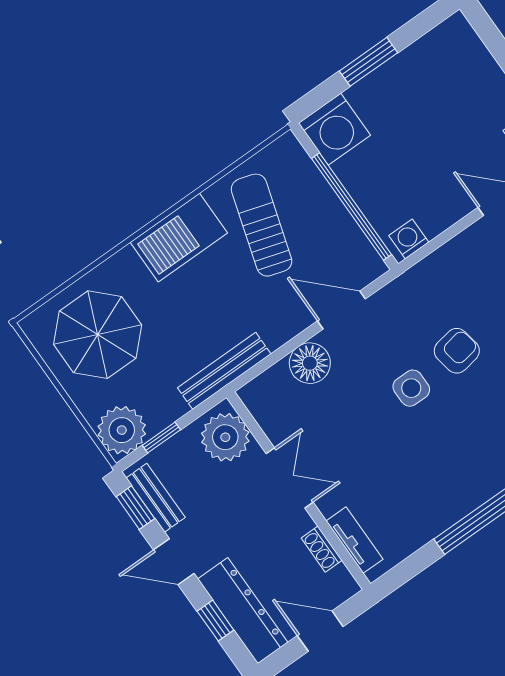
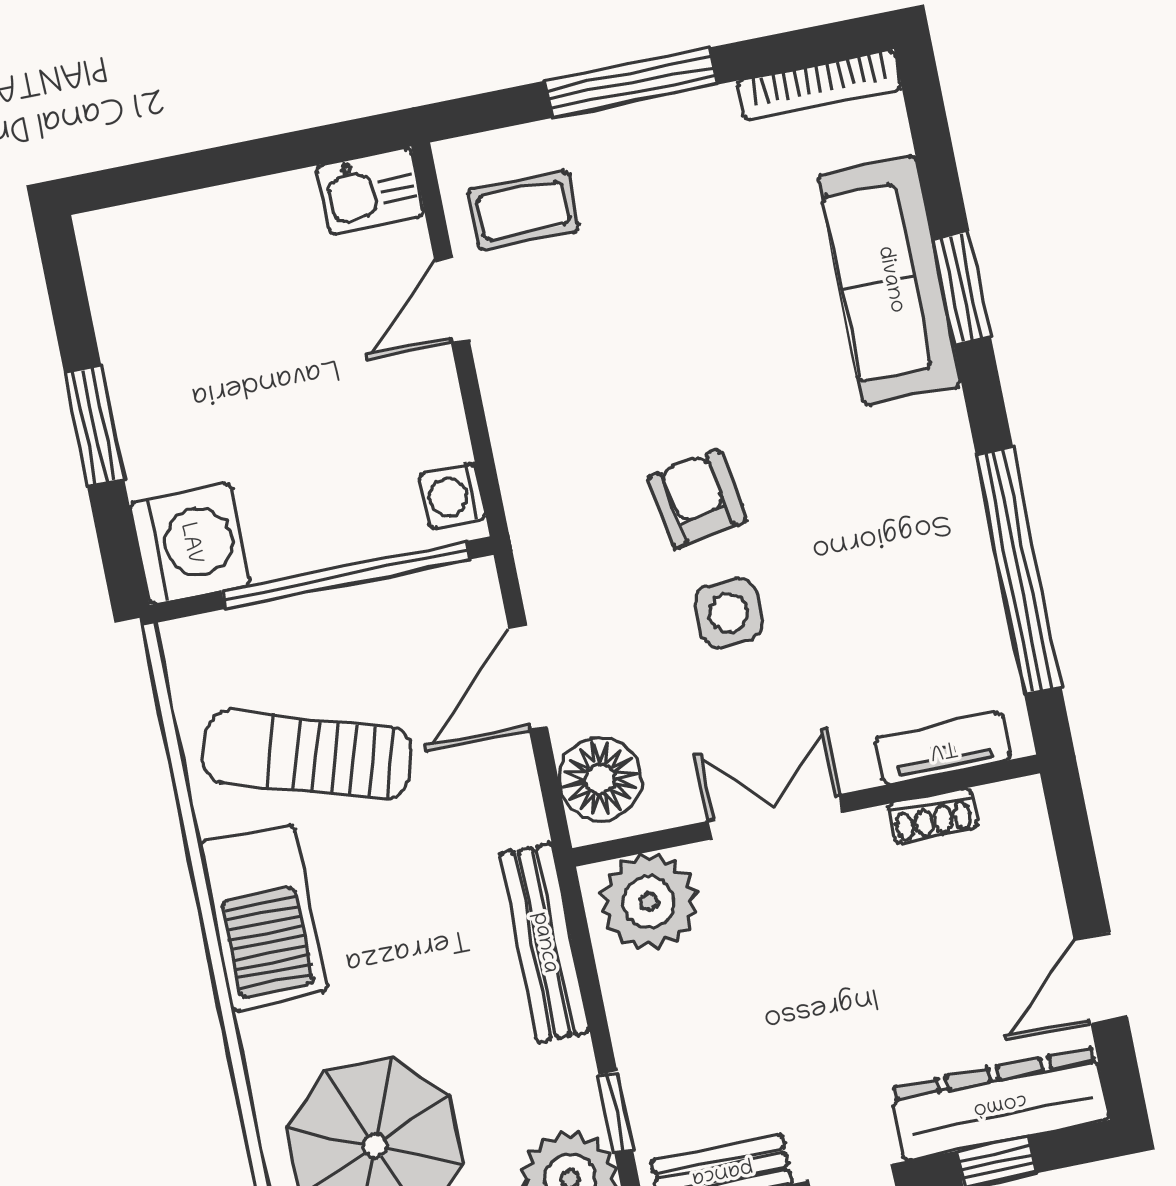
plant: (225, 437) -> (649, 902), moved
double door: (290, 478) -> (776, 817), moved
wall: (299, 491) -> (806, 811), moved
tv unit: (354, 540) -> (943, 748), moved
shoe rack: (322, 549) -> (933, 816), moved

